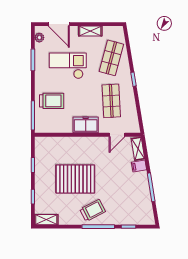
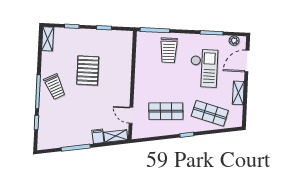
freezer: (86, 125) -> (143, 84), removed
pallet: (75, 179) -> (88, 70), width x0.73, depth x0.71

